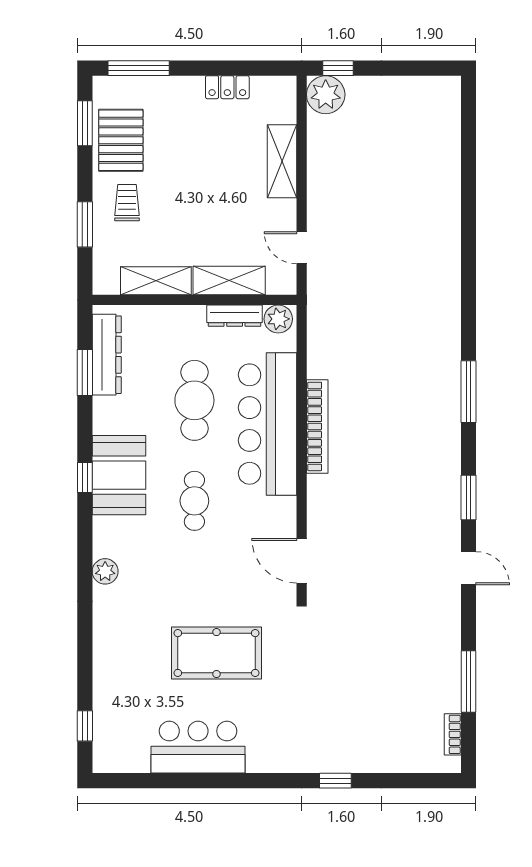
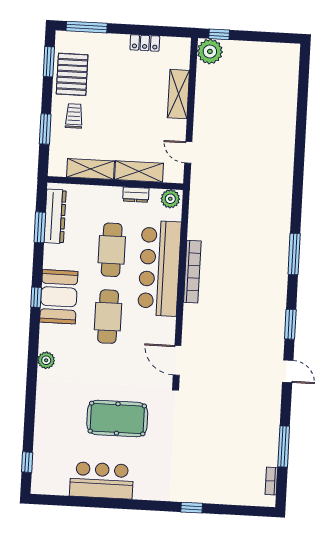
dresser: (235, 316) -> (136, 195), width x0.70
cafe table: (194, 501) -> (108, 317), width x1.37, depth x1.35

